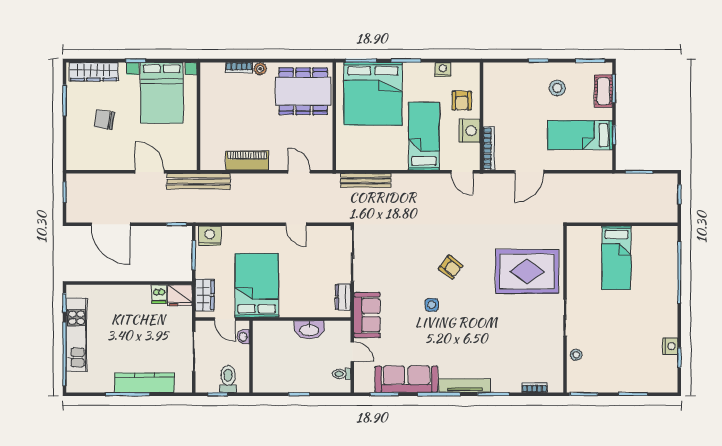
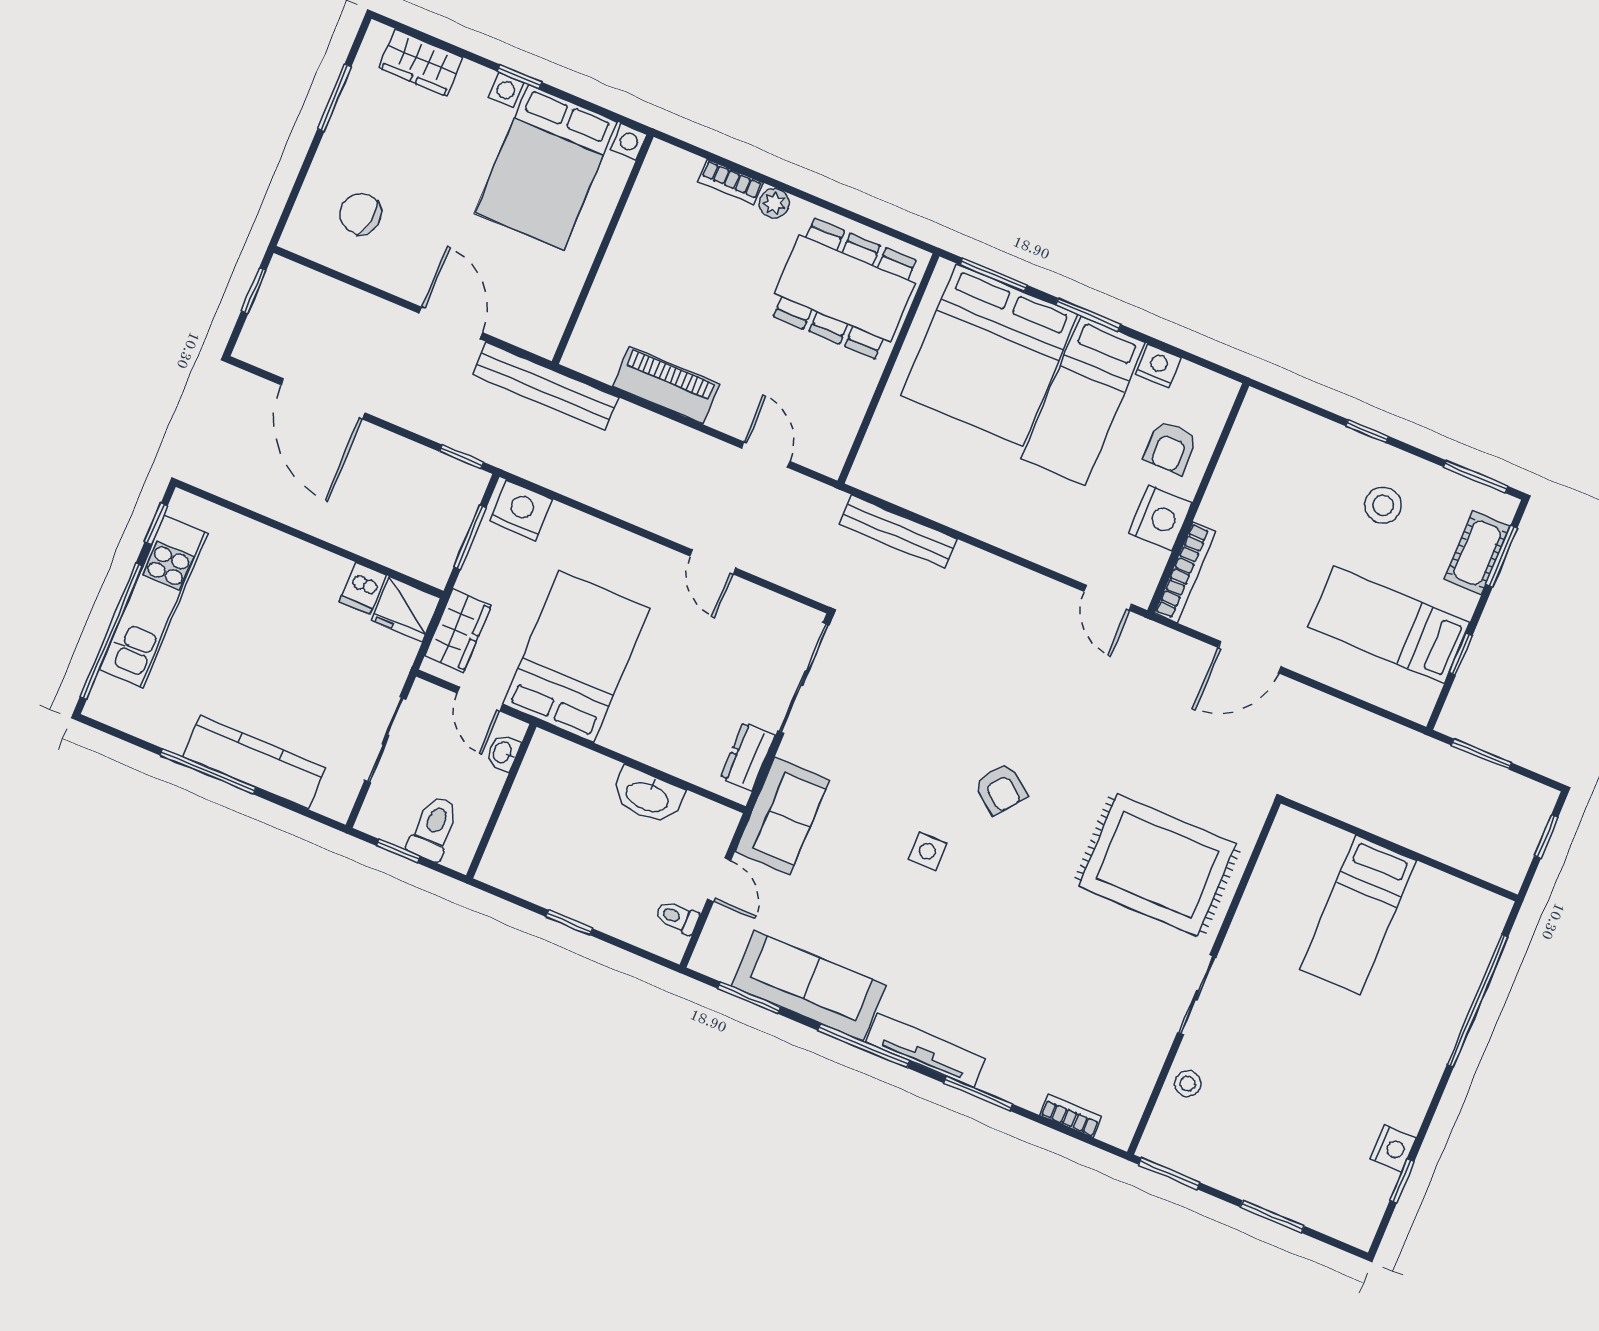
wardrobe: (94, 72) -> (421, 63), width x0.67
chair: (104, 120) -> (360, 214), moved
bed: (424, 136) -> (1083, 400), moved, turned 180

